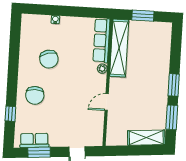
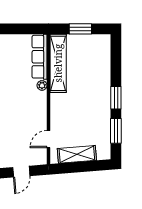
door: (107, 102) -> (48, 139), moved
shelving: (146, 138) -> (77, 154), moved

